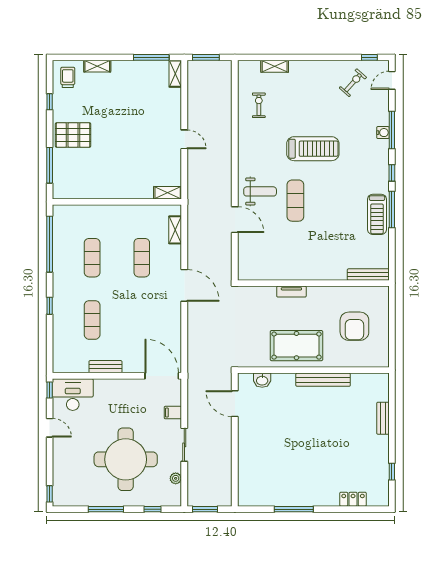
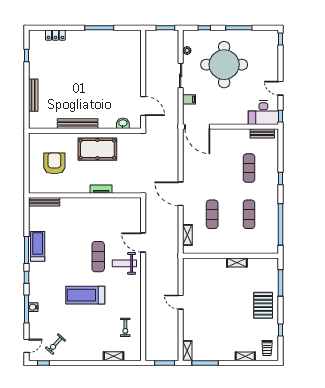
pallet: (73, 135) -> (263, 305), turned 90
shelving: (168, 193) -> (237, 262), moved
bench: (105, 367) -> (262, 133), moved
bench: (383, 418) -> (33, 95), width x1.36

